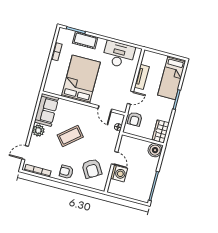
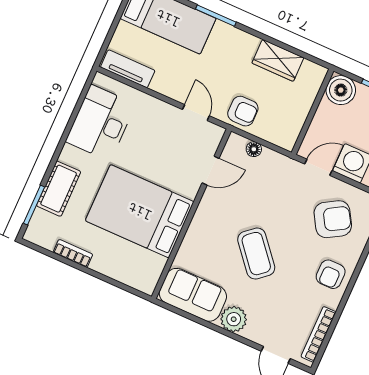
tv unit: (142, 77) -> (128, 69), moved
wall: (143, 139) -> (313, 112), moved
boiler: (155, 150) -> (341, 90), moved

